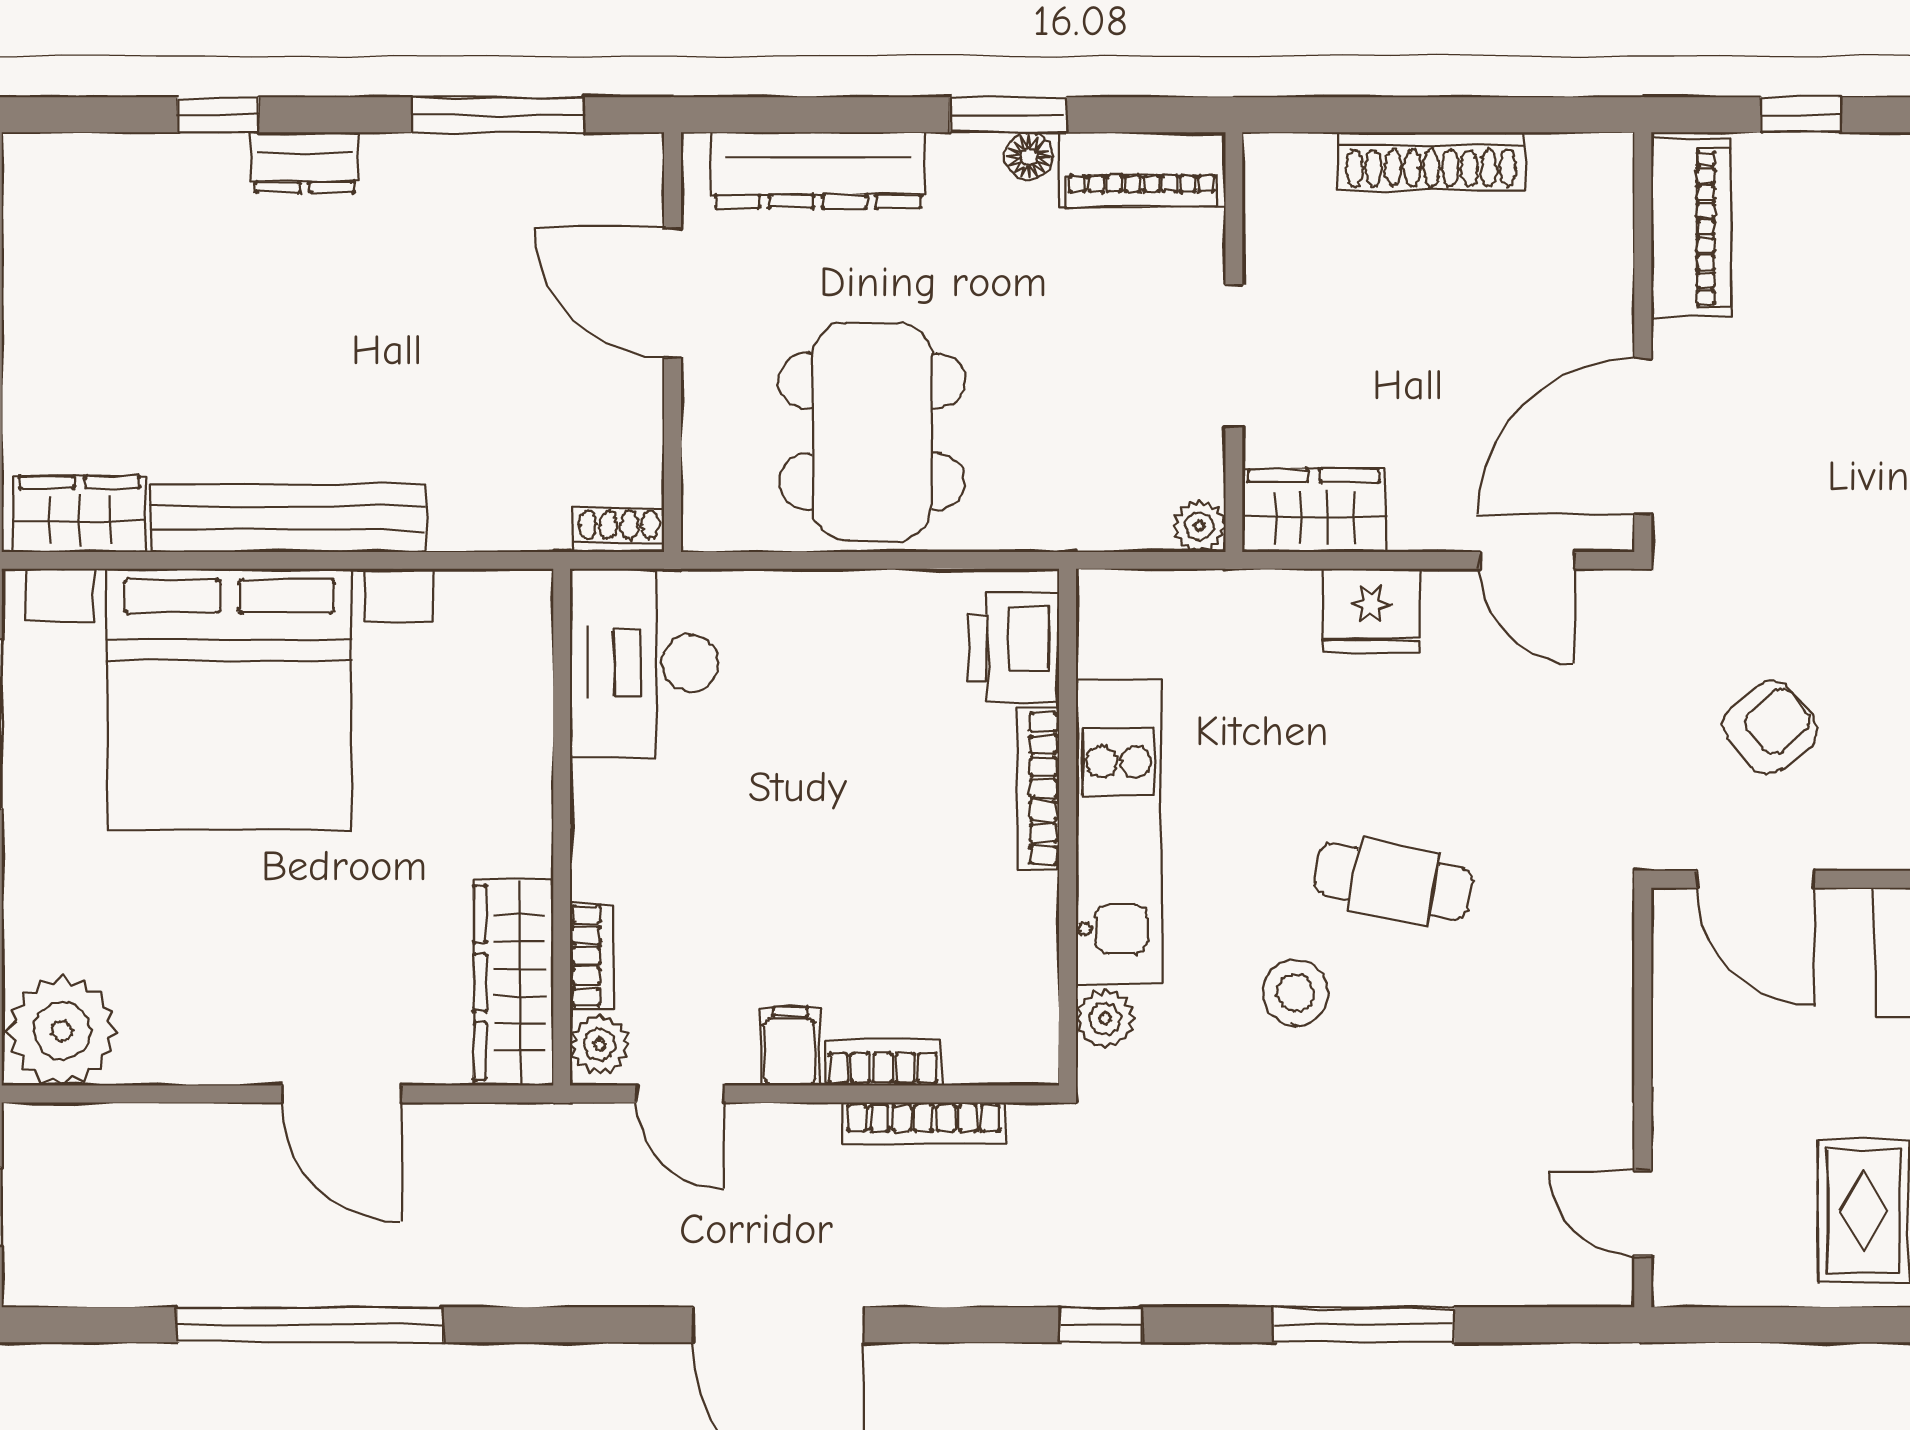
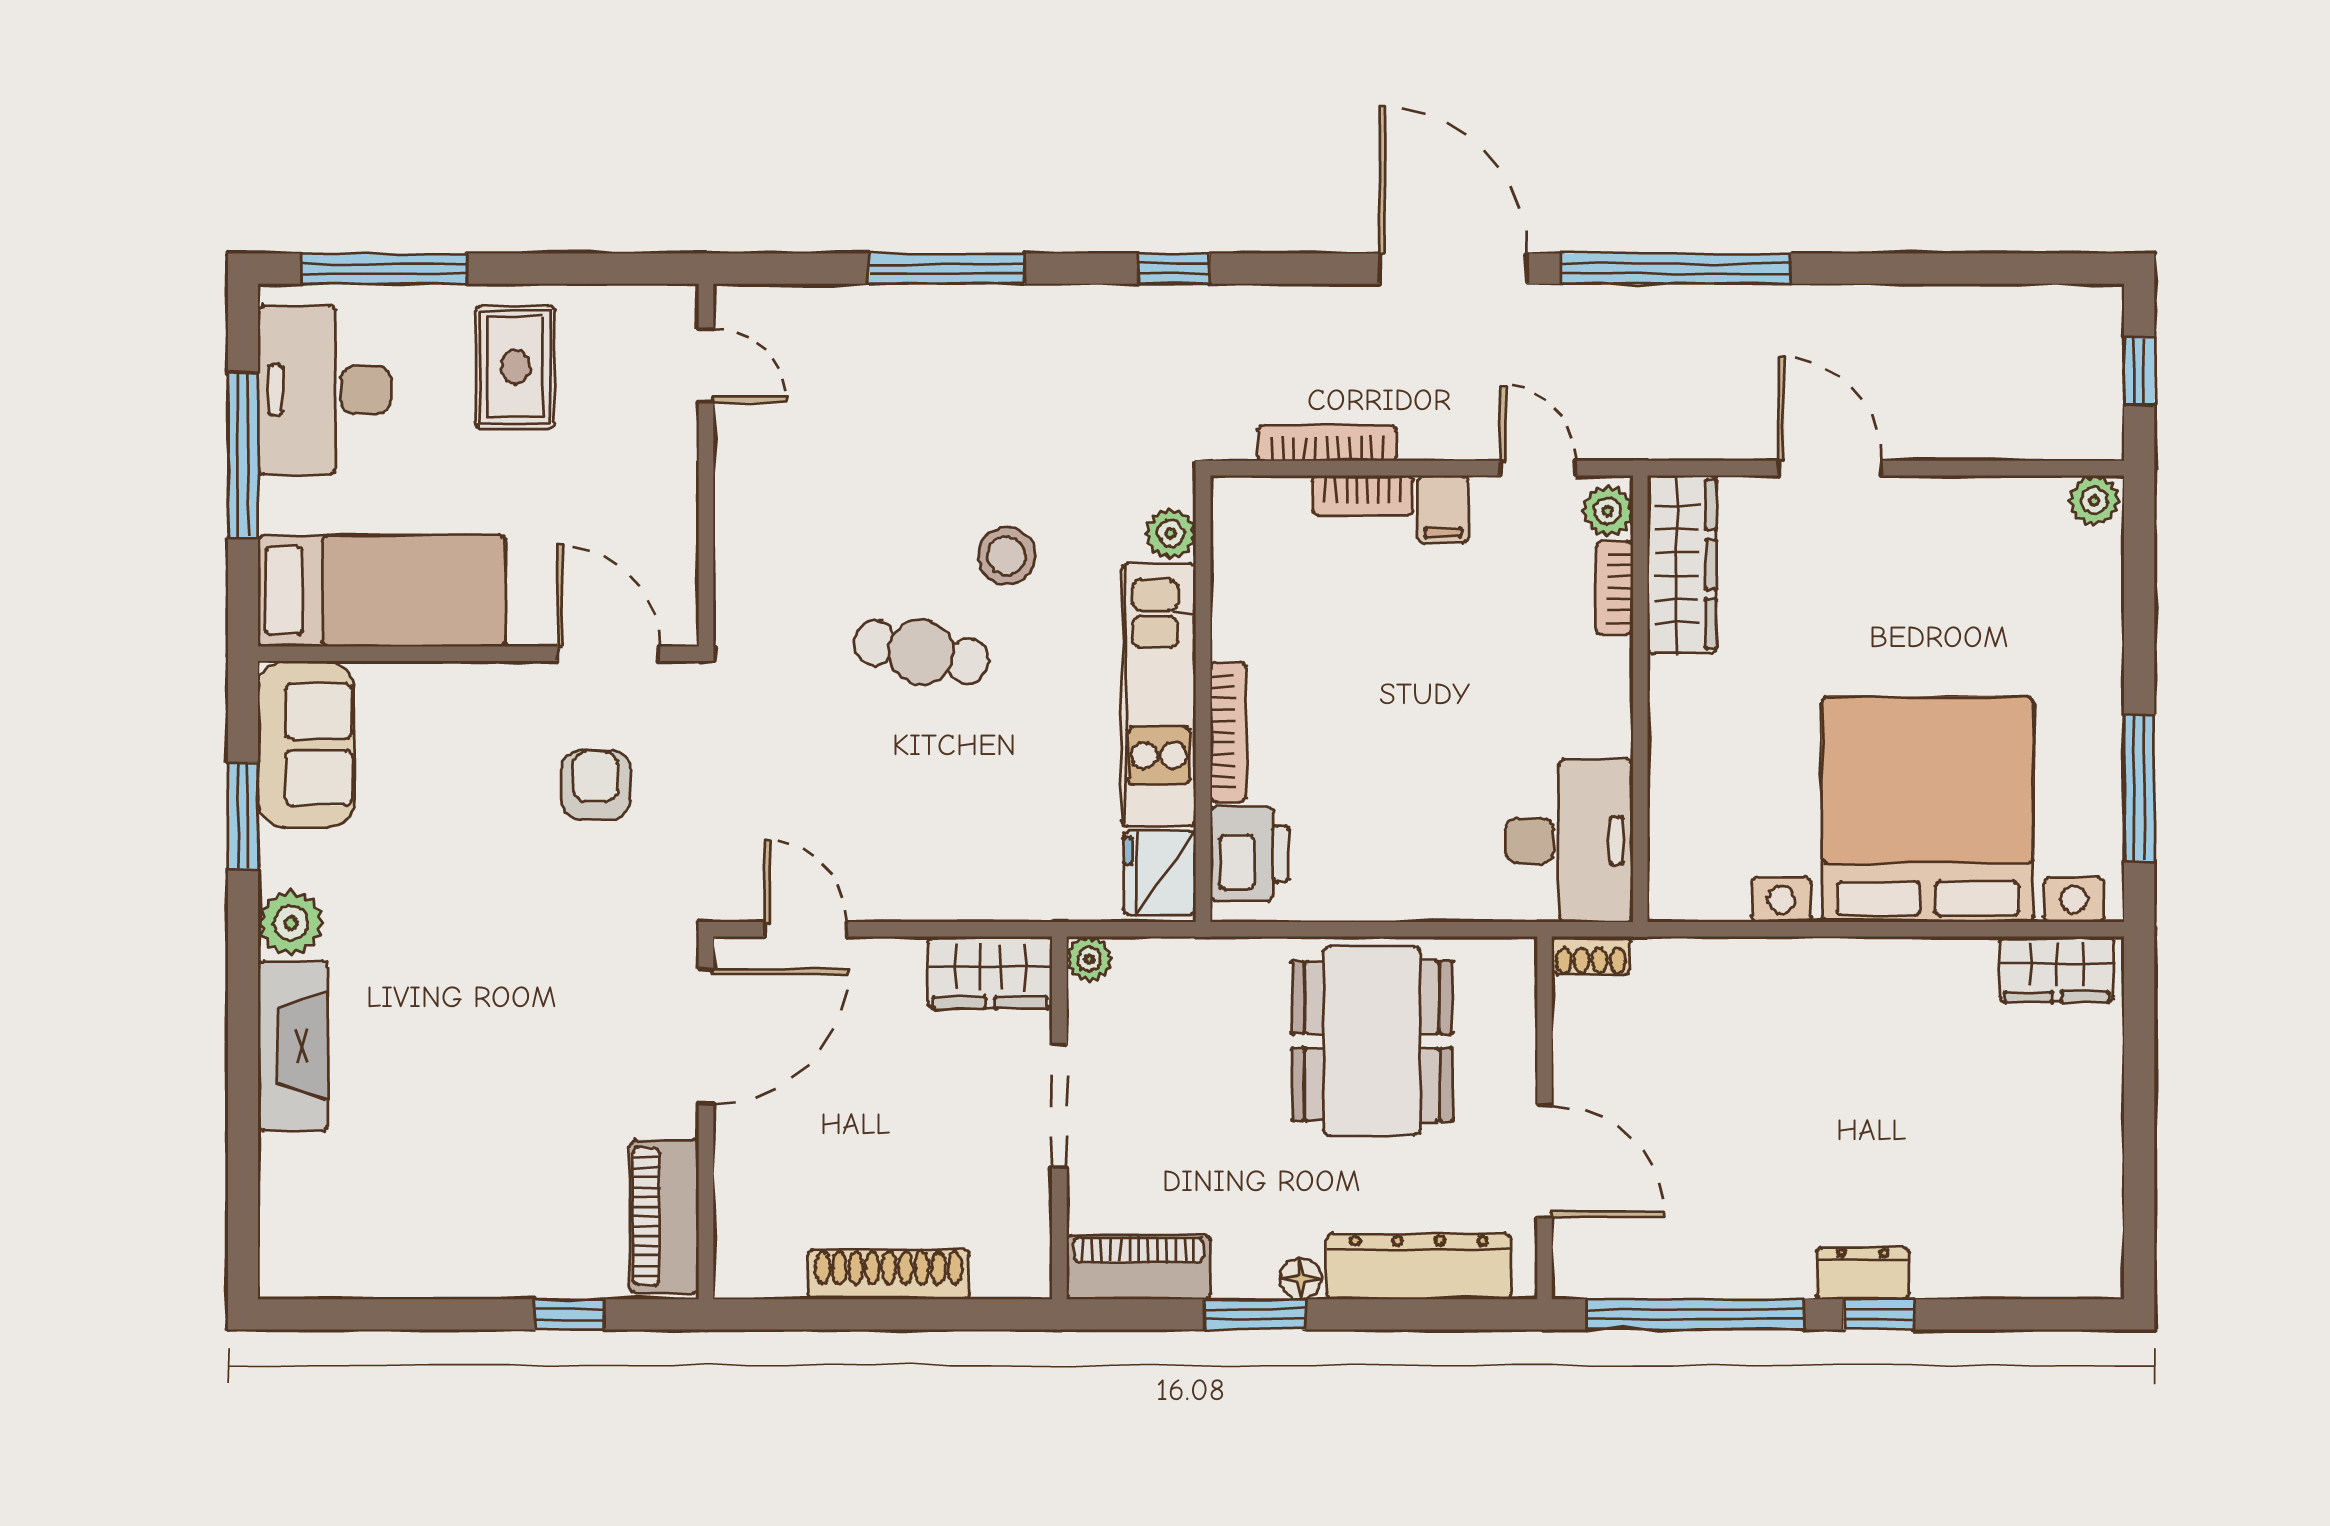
window: (218, 115) -> (1878, 1314), moved
window: (498, 115) -> (1695, 1314), width x1.46
floor lamp: (1029, 156) -> (1301, 1278), moved
bench: (289, 518) -> (1876, 966), removed
fridge: (1371, 610) -> (1160, 873), moved, turned -90
armchair: (1770, 727) -> (596, 785), turned 131
plant: (62, 1031) -> (2094, 501), width x0.53, depth x0.53
window: (310, 1325) -> (1676, 269), moved

